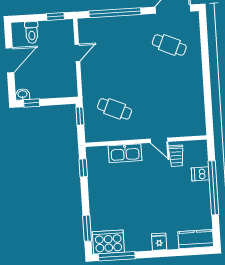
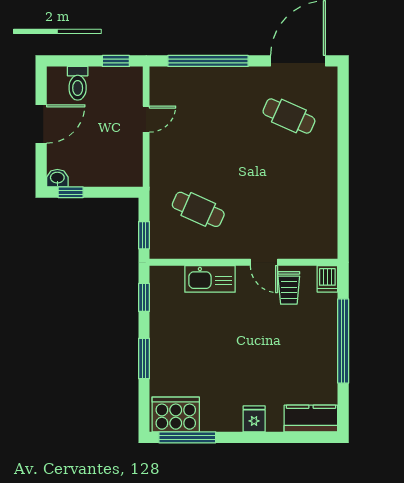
window: (80, 116) -> (144, 235), moved
dishwasher: (200, 174) -> (327, 279), moved, turned -90
window: (87, 228) -> (144, 358), moved

